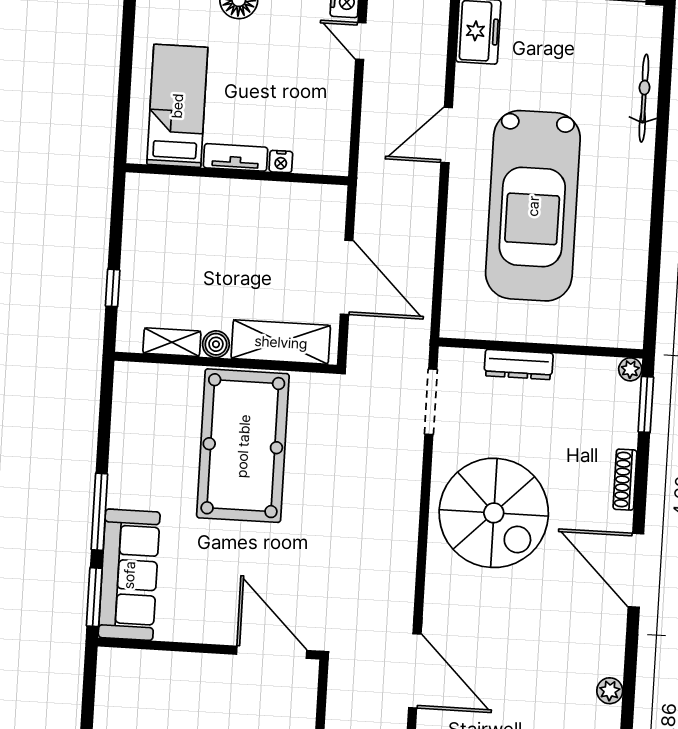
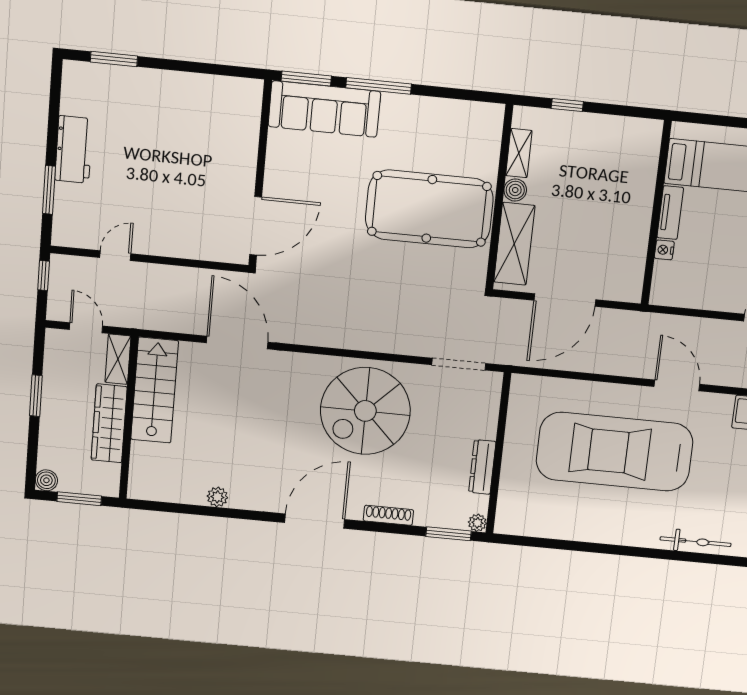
dresser: (519, 364) -> (482, 467), moved
door: (415, 671) -> (237, 343), swing flipped

